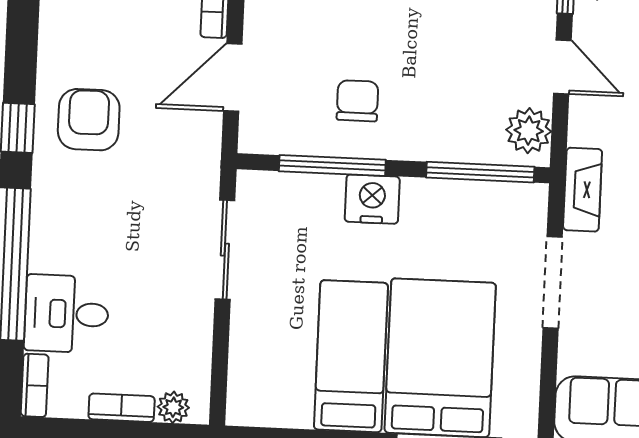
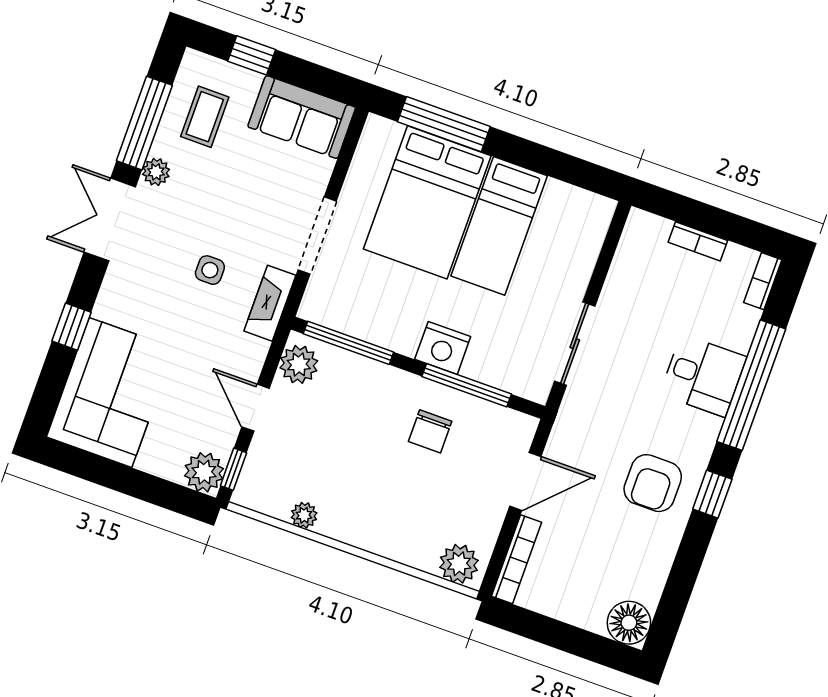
desk: (67, 314) -> (703, 375), moved
plant: (173, 407) -> (656, 229), removed

